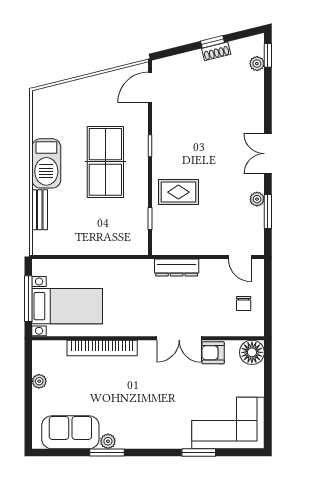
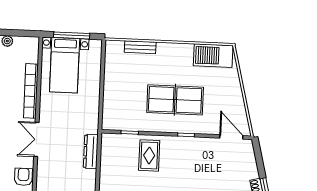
barbecue: (46, 163) -> (213, 56), moved
double door: (179, 338) -> (36, 139), moved

